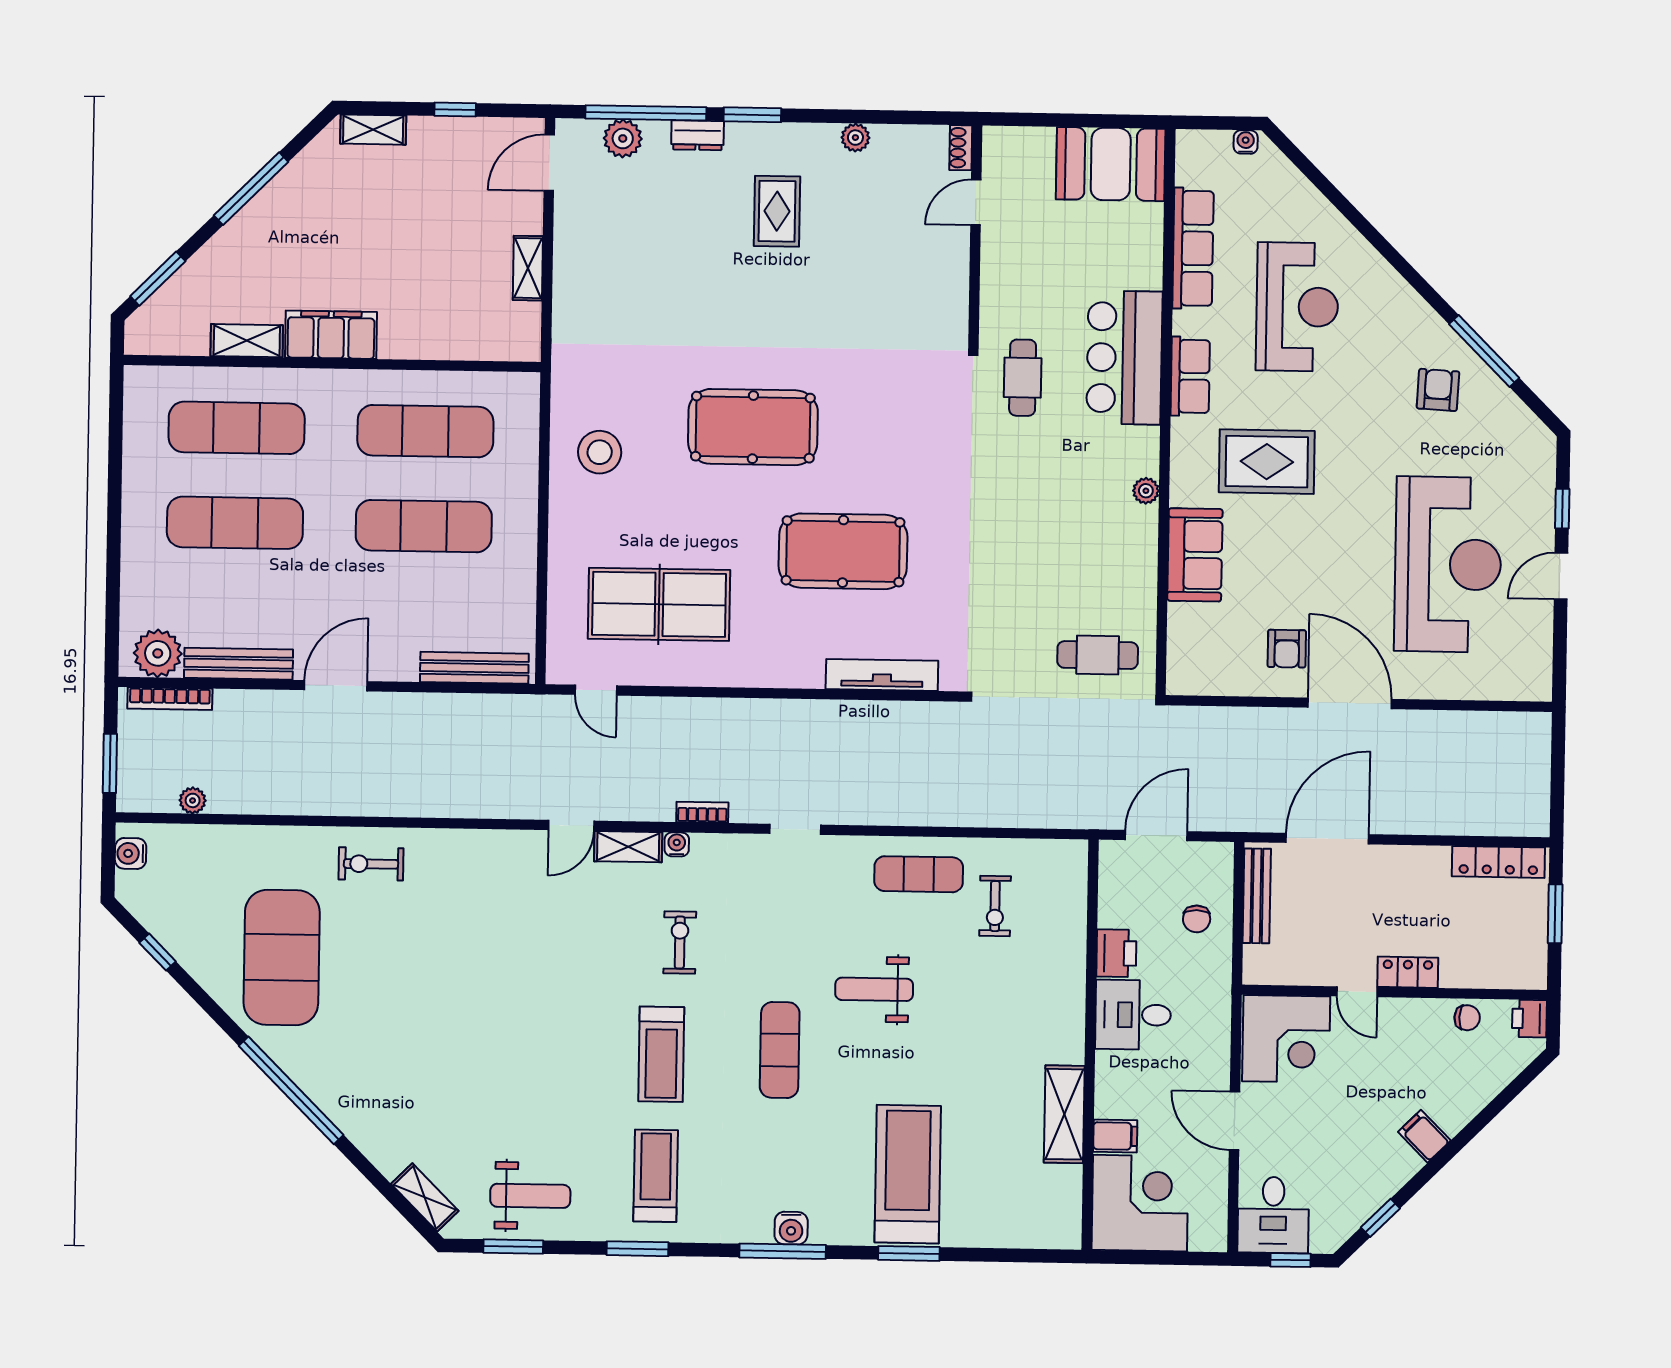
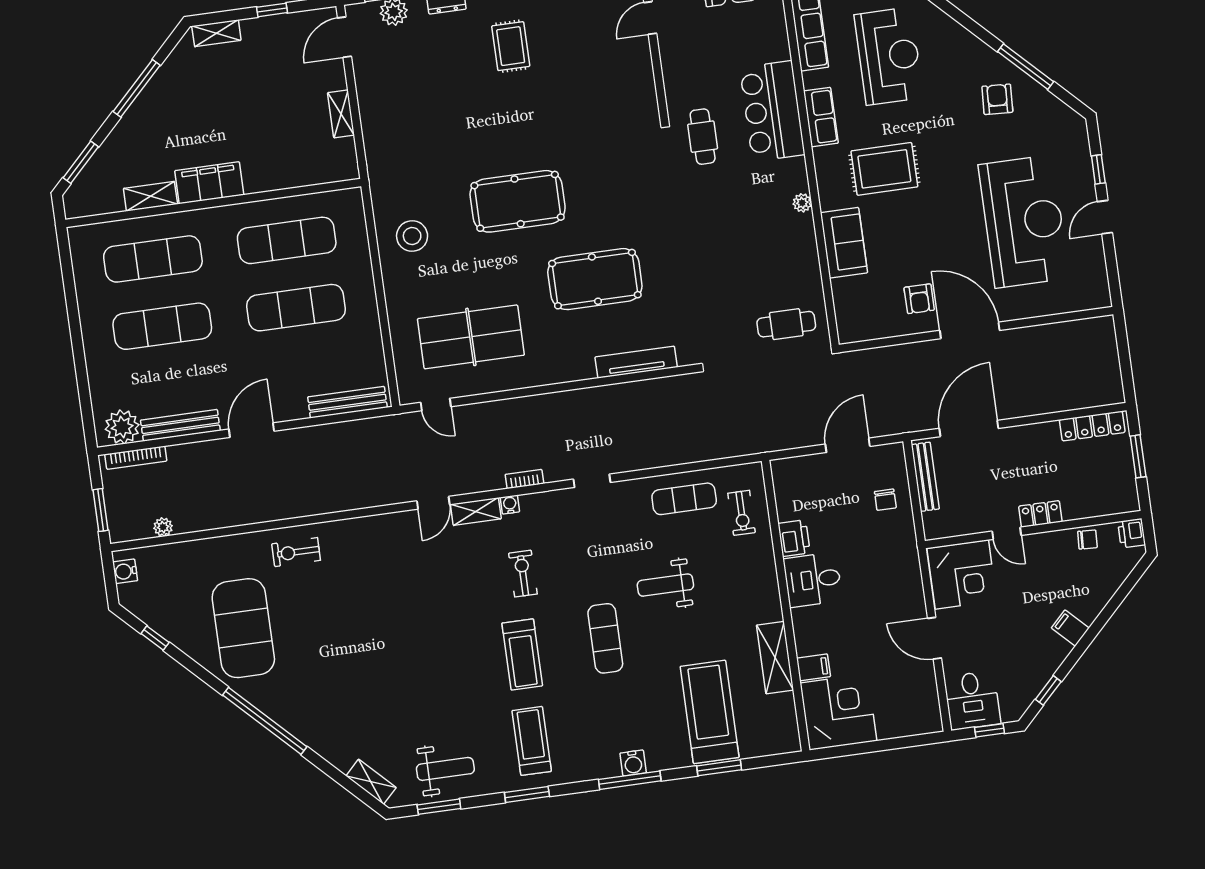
printer: (1116, 953) -> (794, 538), moved
desk: (1133, 1015) -> (813, 580), moved
wall: (1090, 1045) -> (786, 606), moved
shelving: (1064, 1114) -> (775, 658), moved
filing cabinet: (1115, 1136) -> (813, 667), moved
corner desk: (1140, 1203) -> (838, 712), moved

